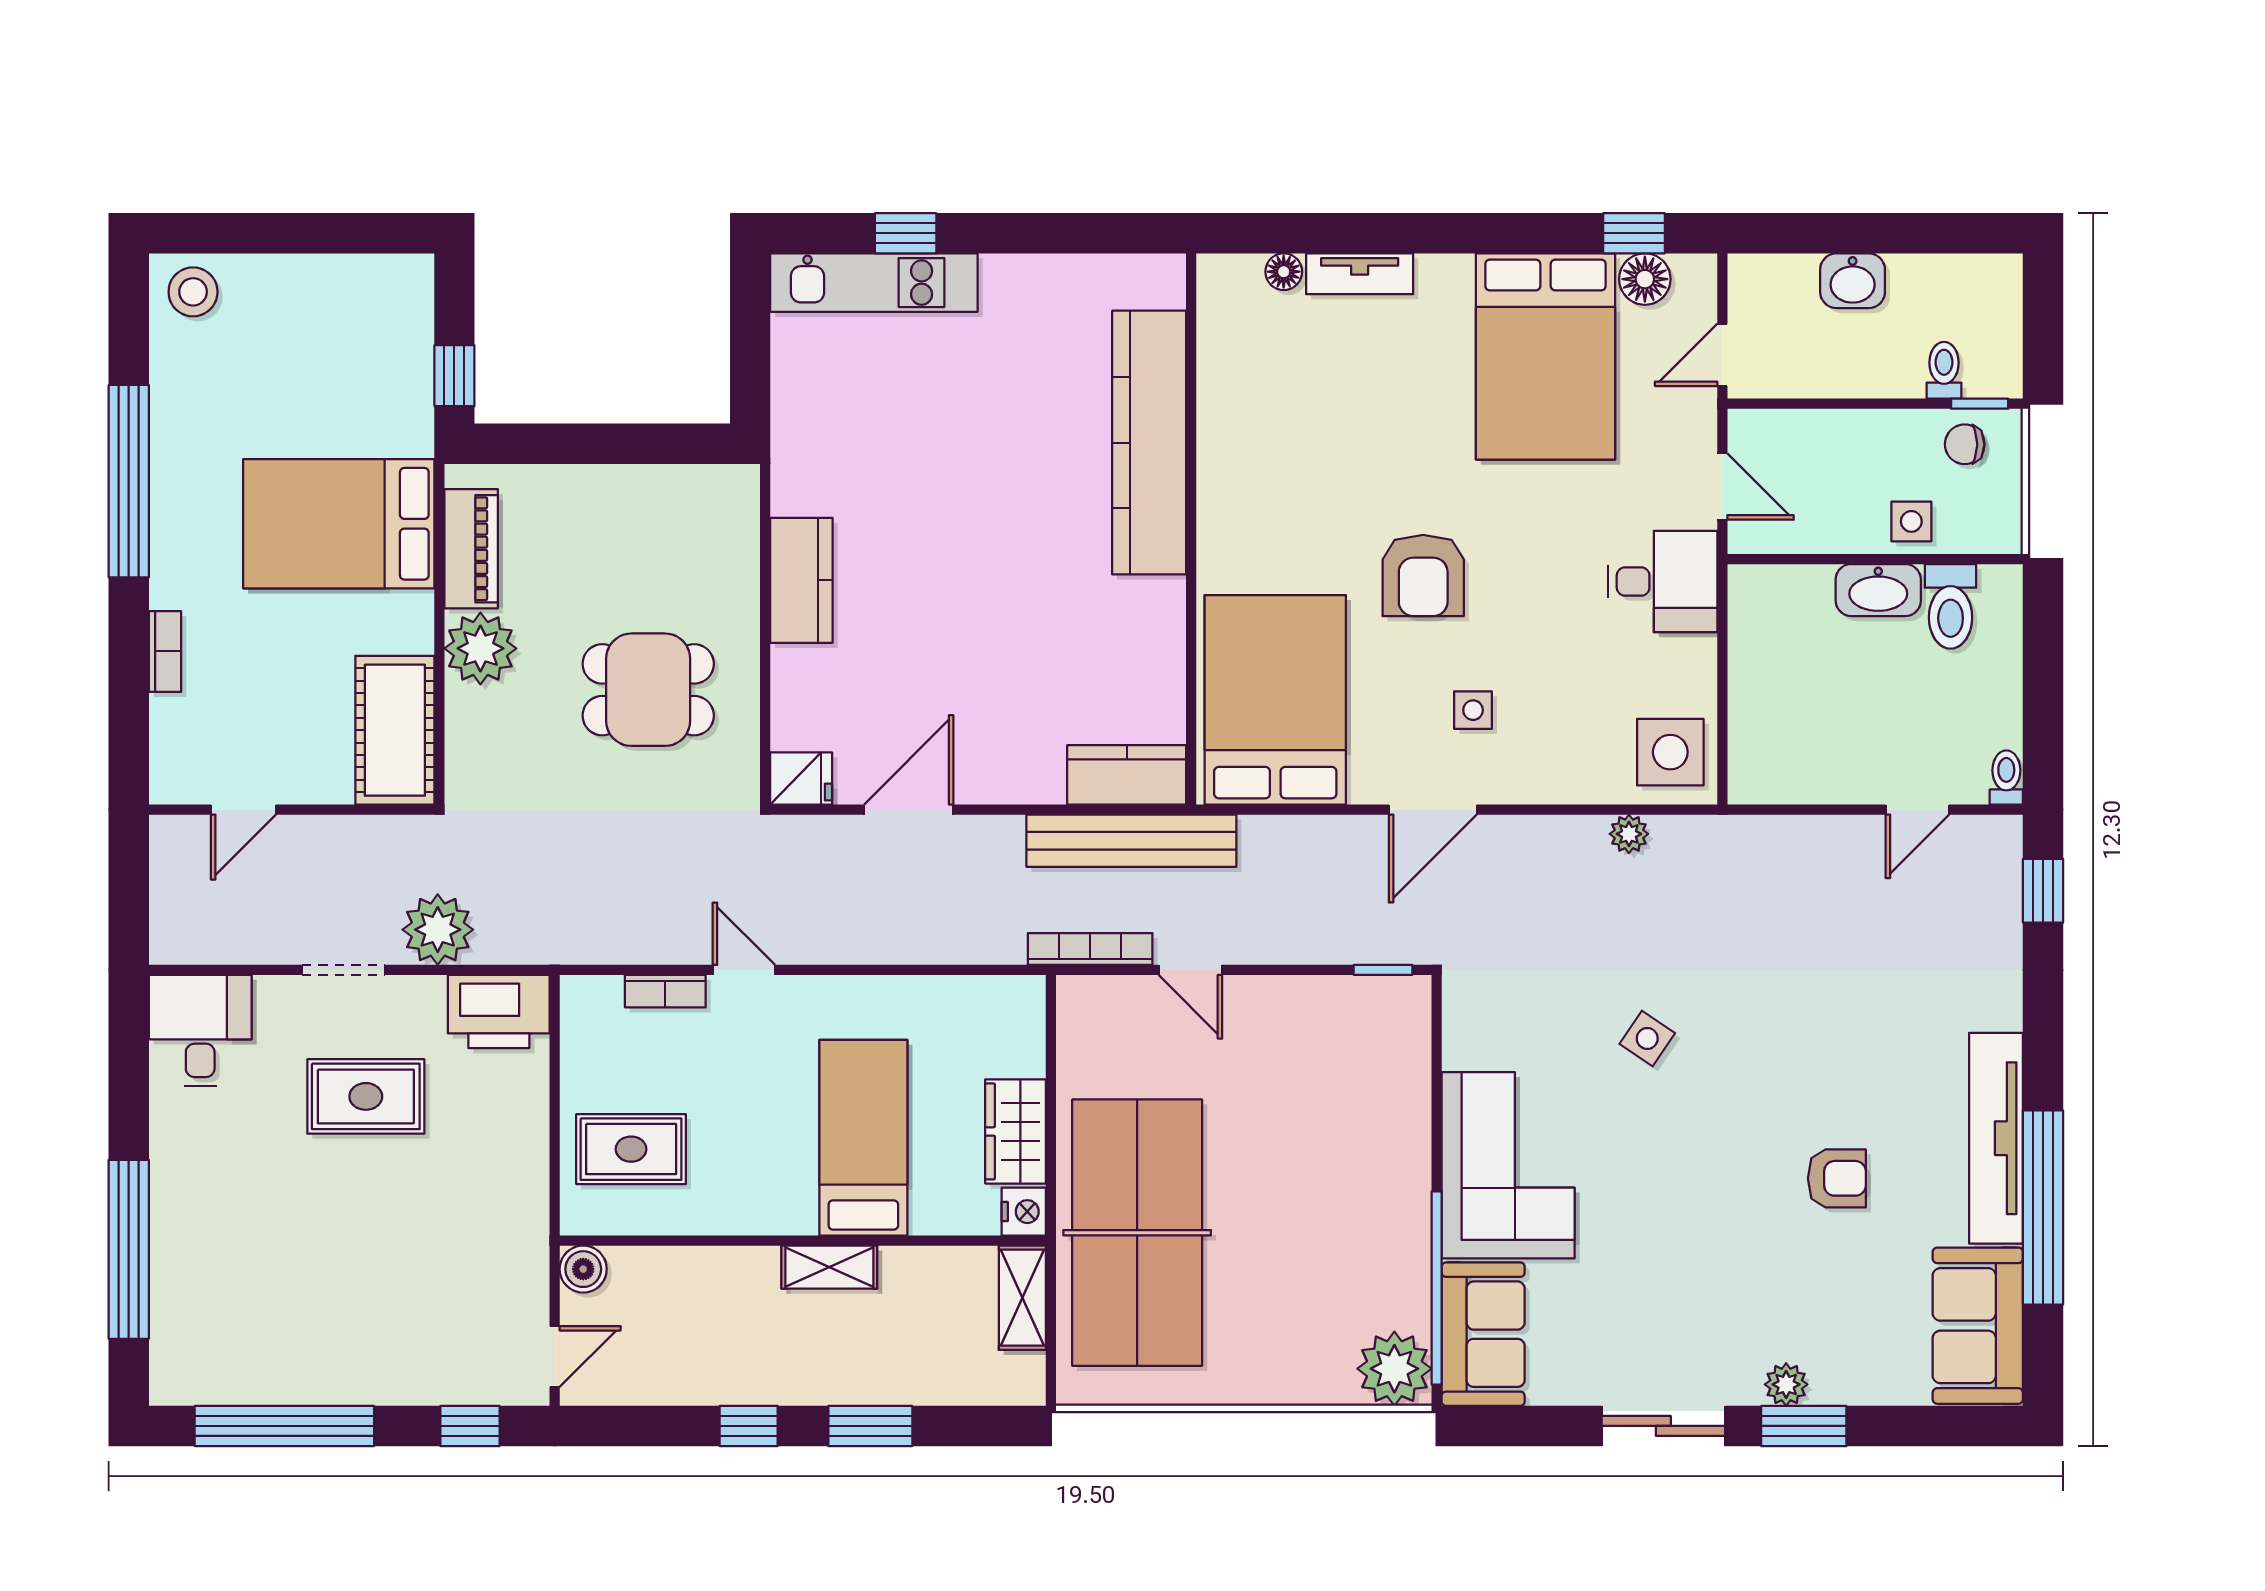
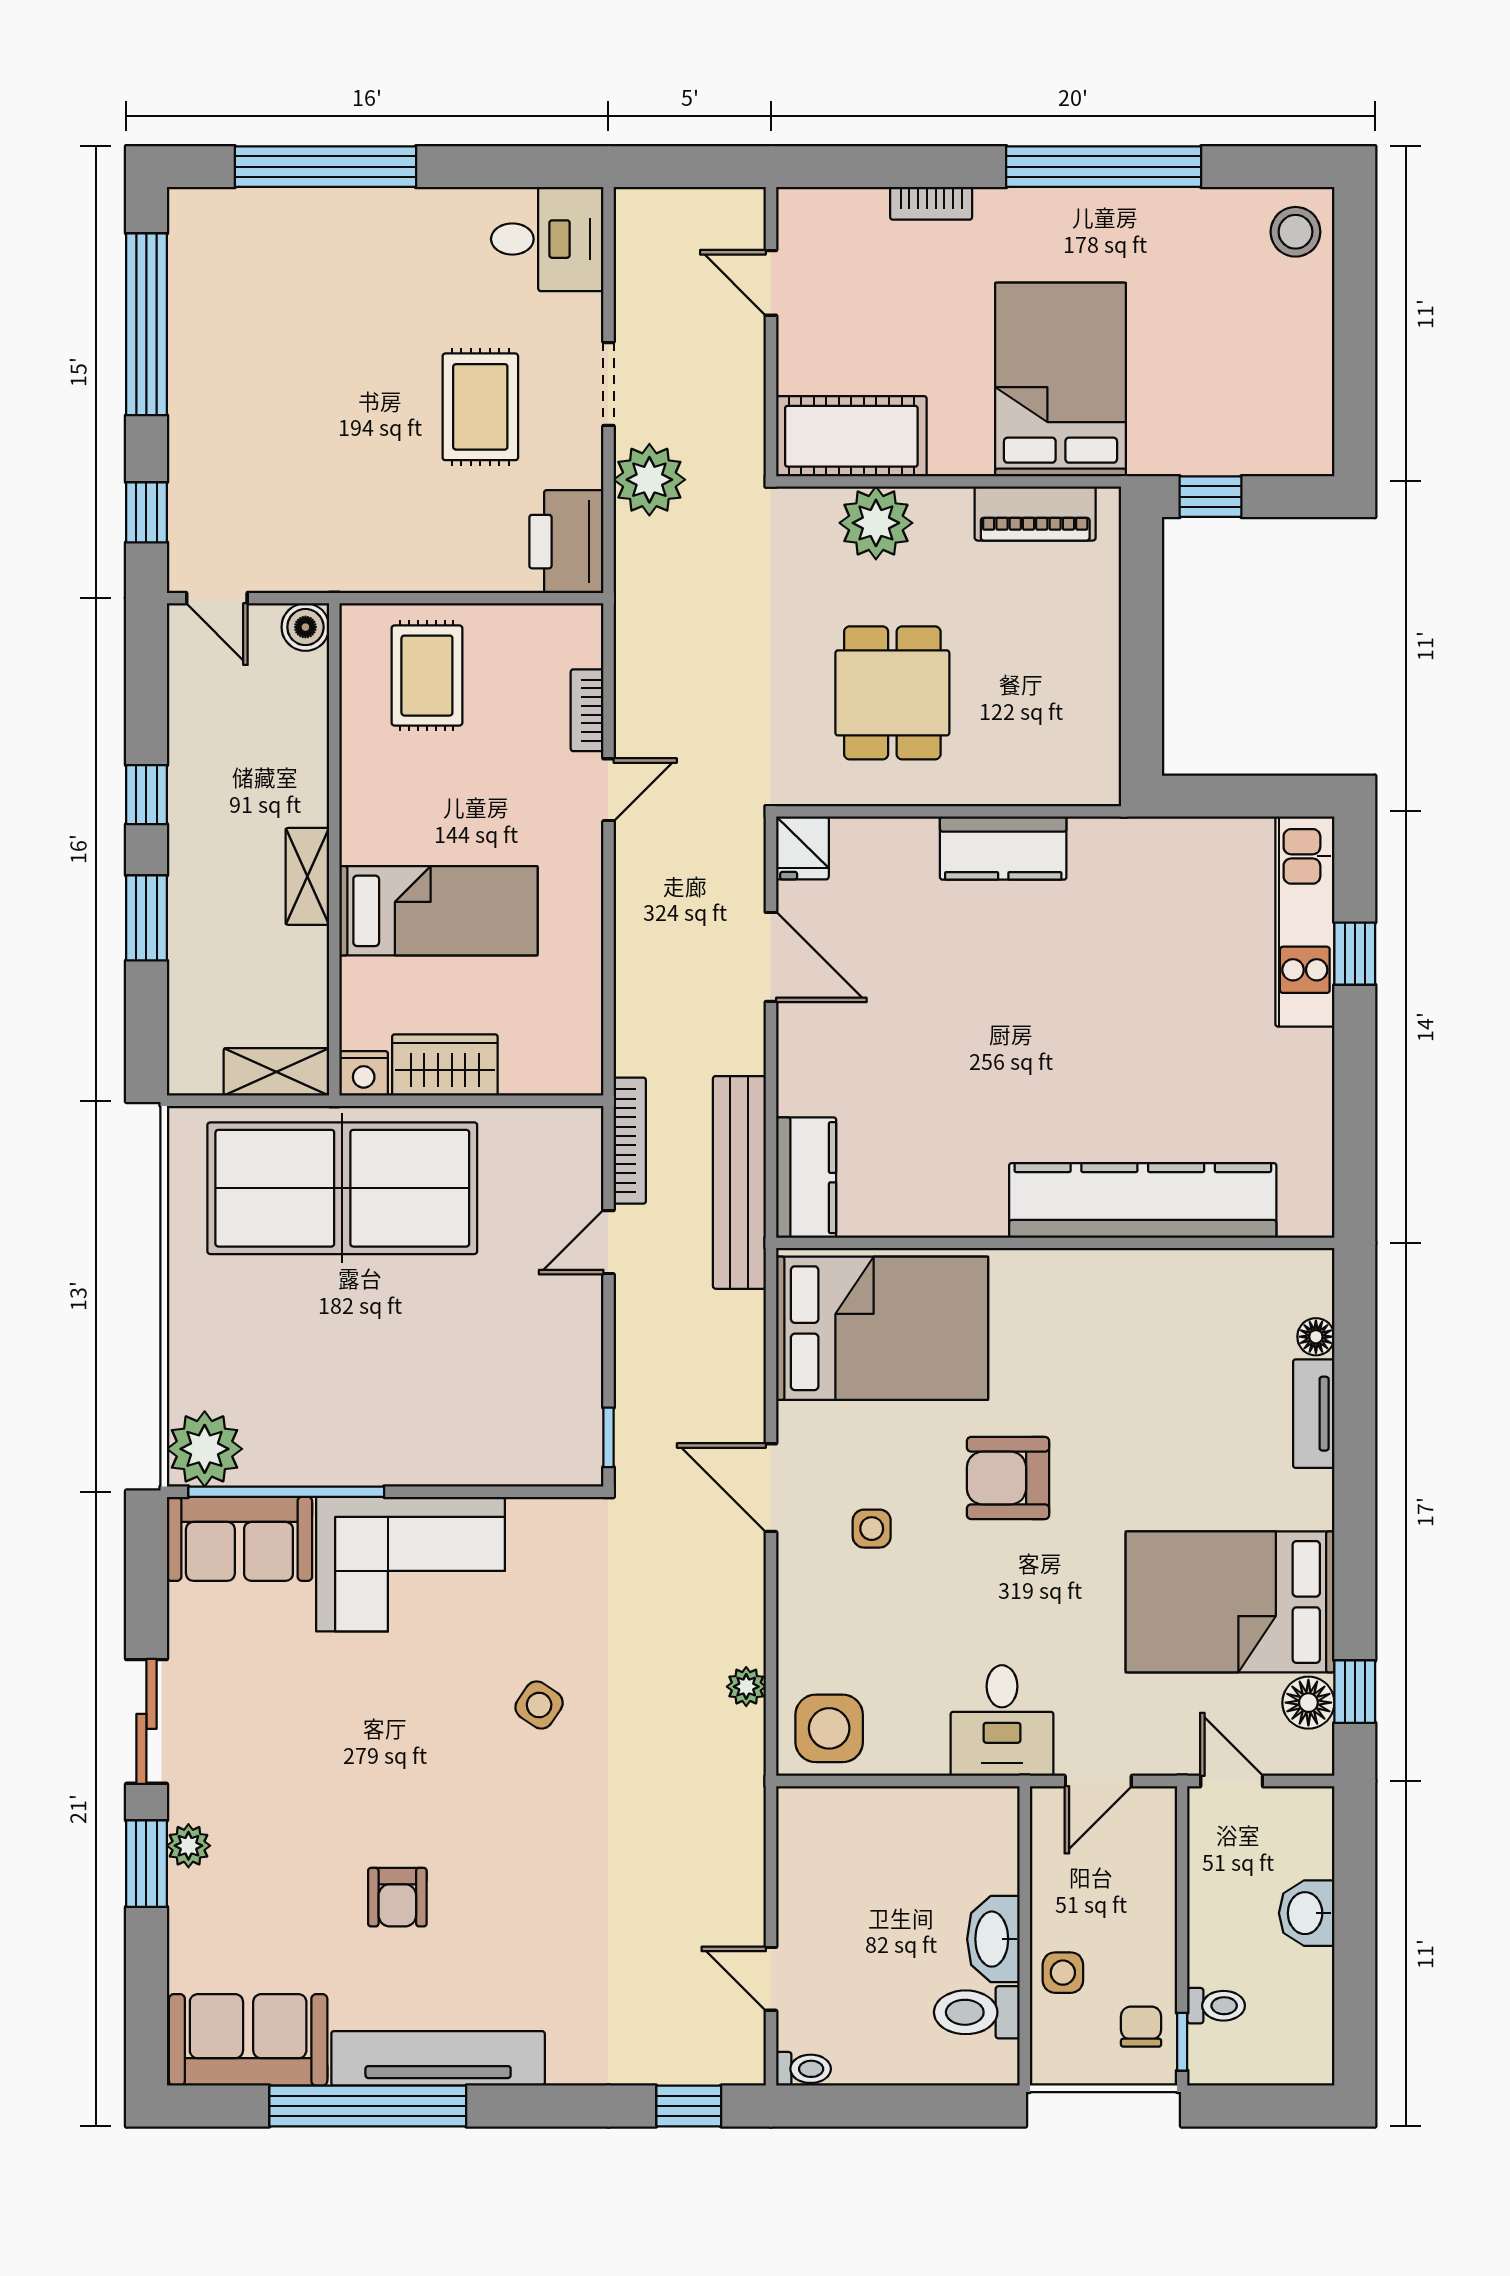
plant: (480, 648) -> (876, 523), moved

